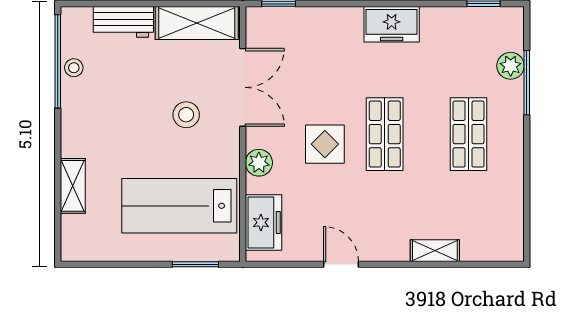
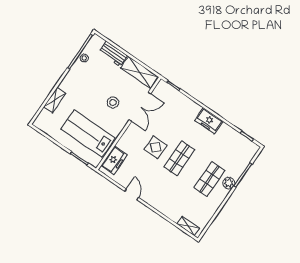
plant: (511, 66) -> (229, 183), moved
plant: (259, 163) -> (127, 138), removed
shelving: (435, 251) -> (188, 226), moved

